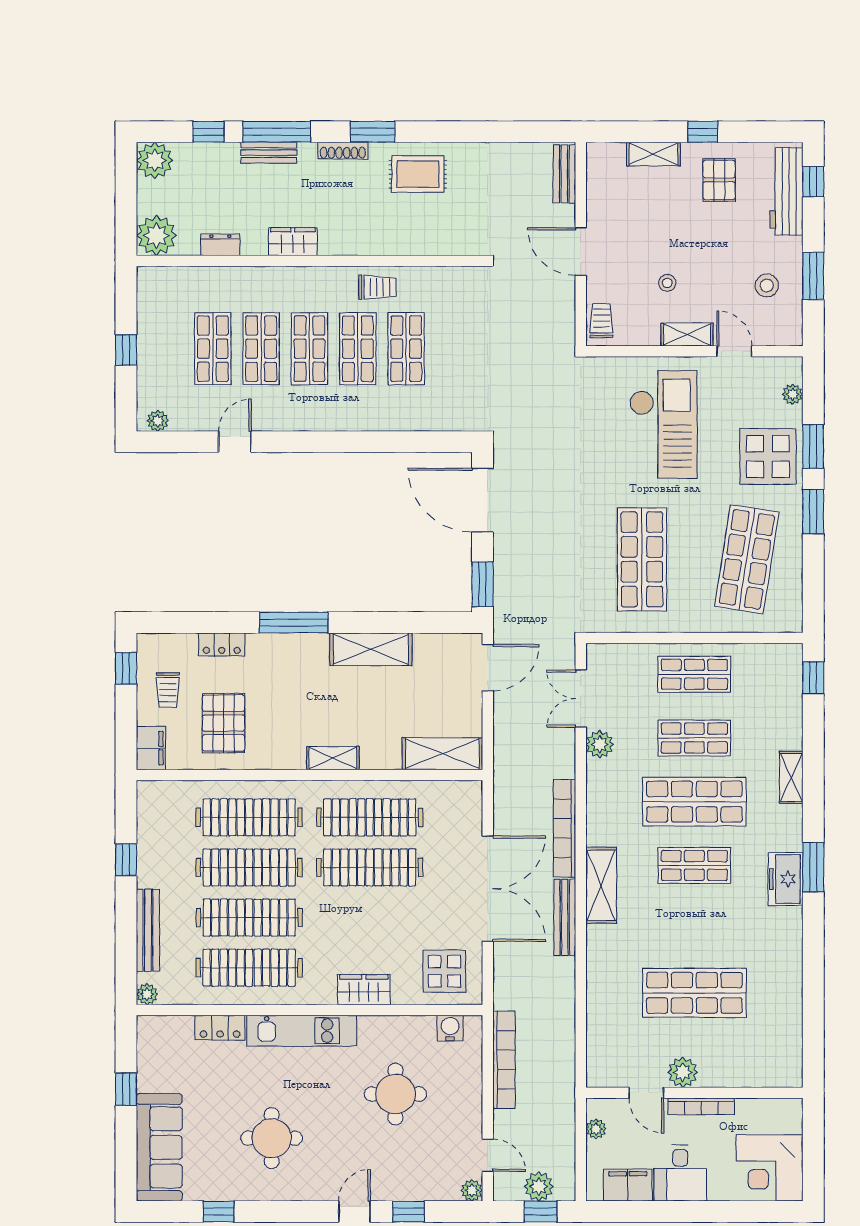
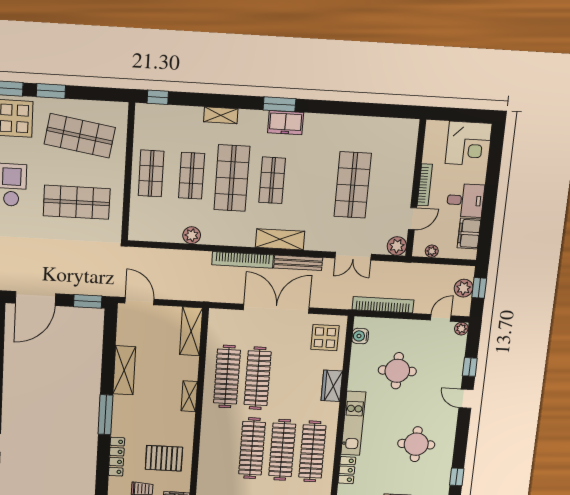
locker: (222, 644) -> (117, 457), width x1.53
double door: (581, 699) -> (353, 256), moved
clothes rail: (249, 817) -> (222, 447), removed
plant: (683, 1072) -> (397, 246), moved

